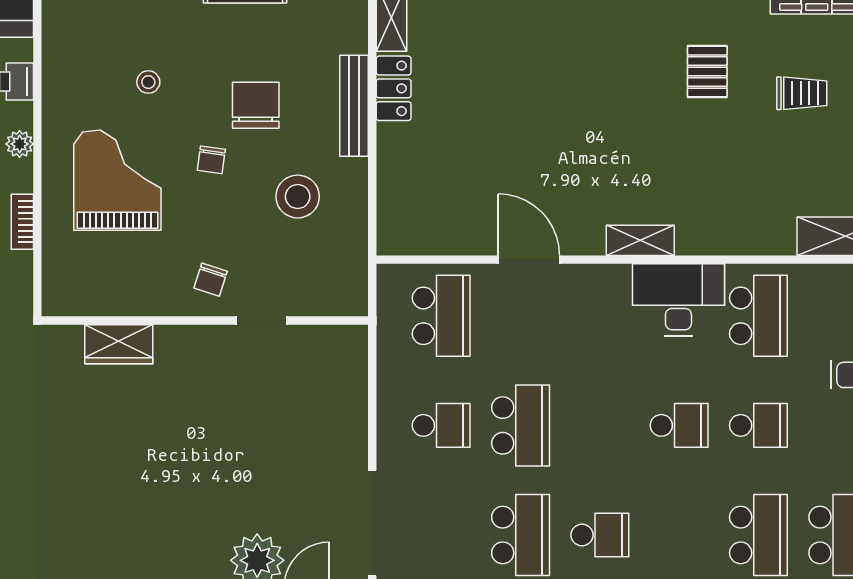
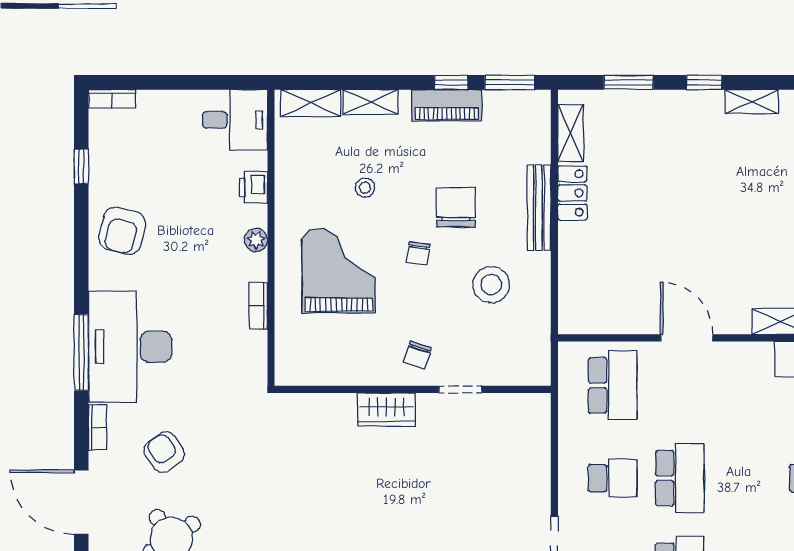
wardrobe: (119, 344) -> (386, 409), moved

